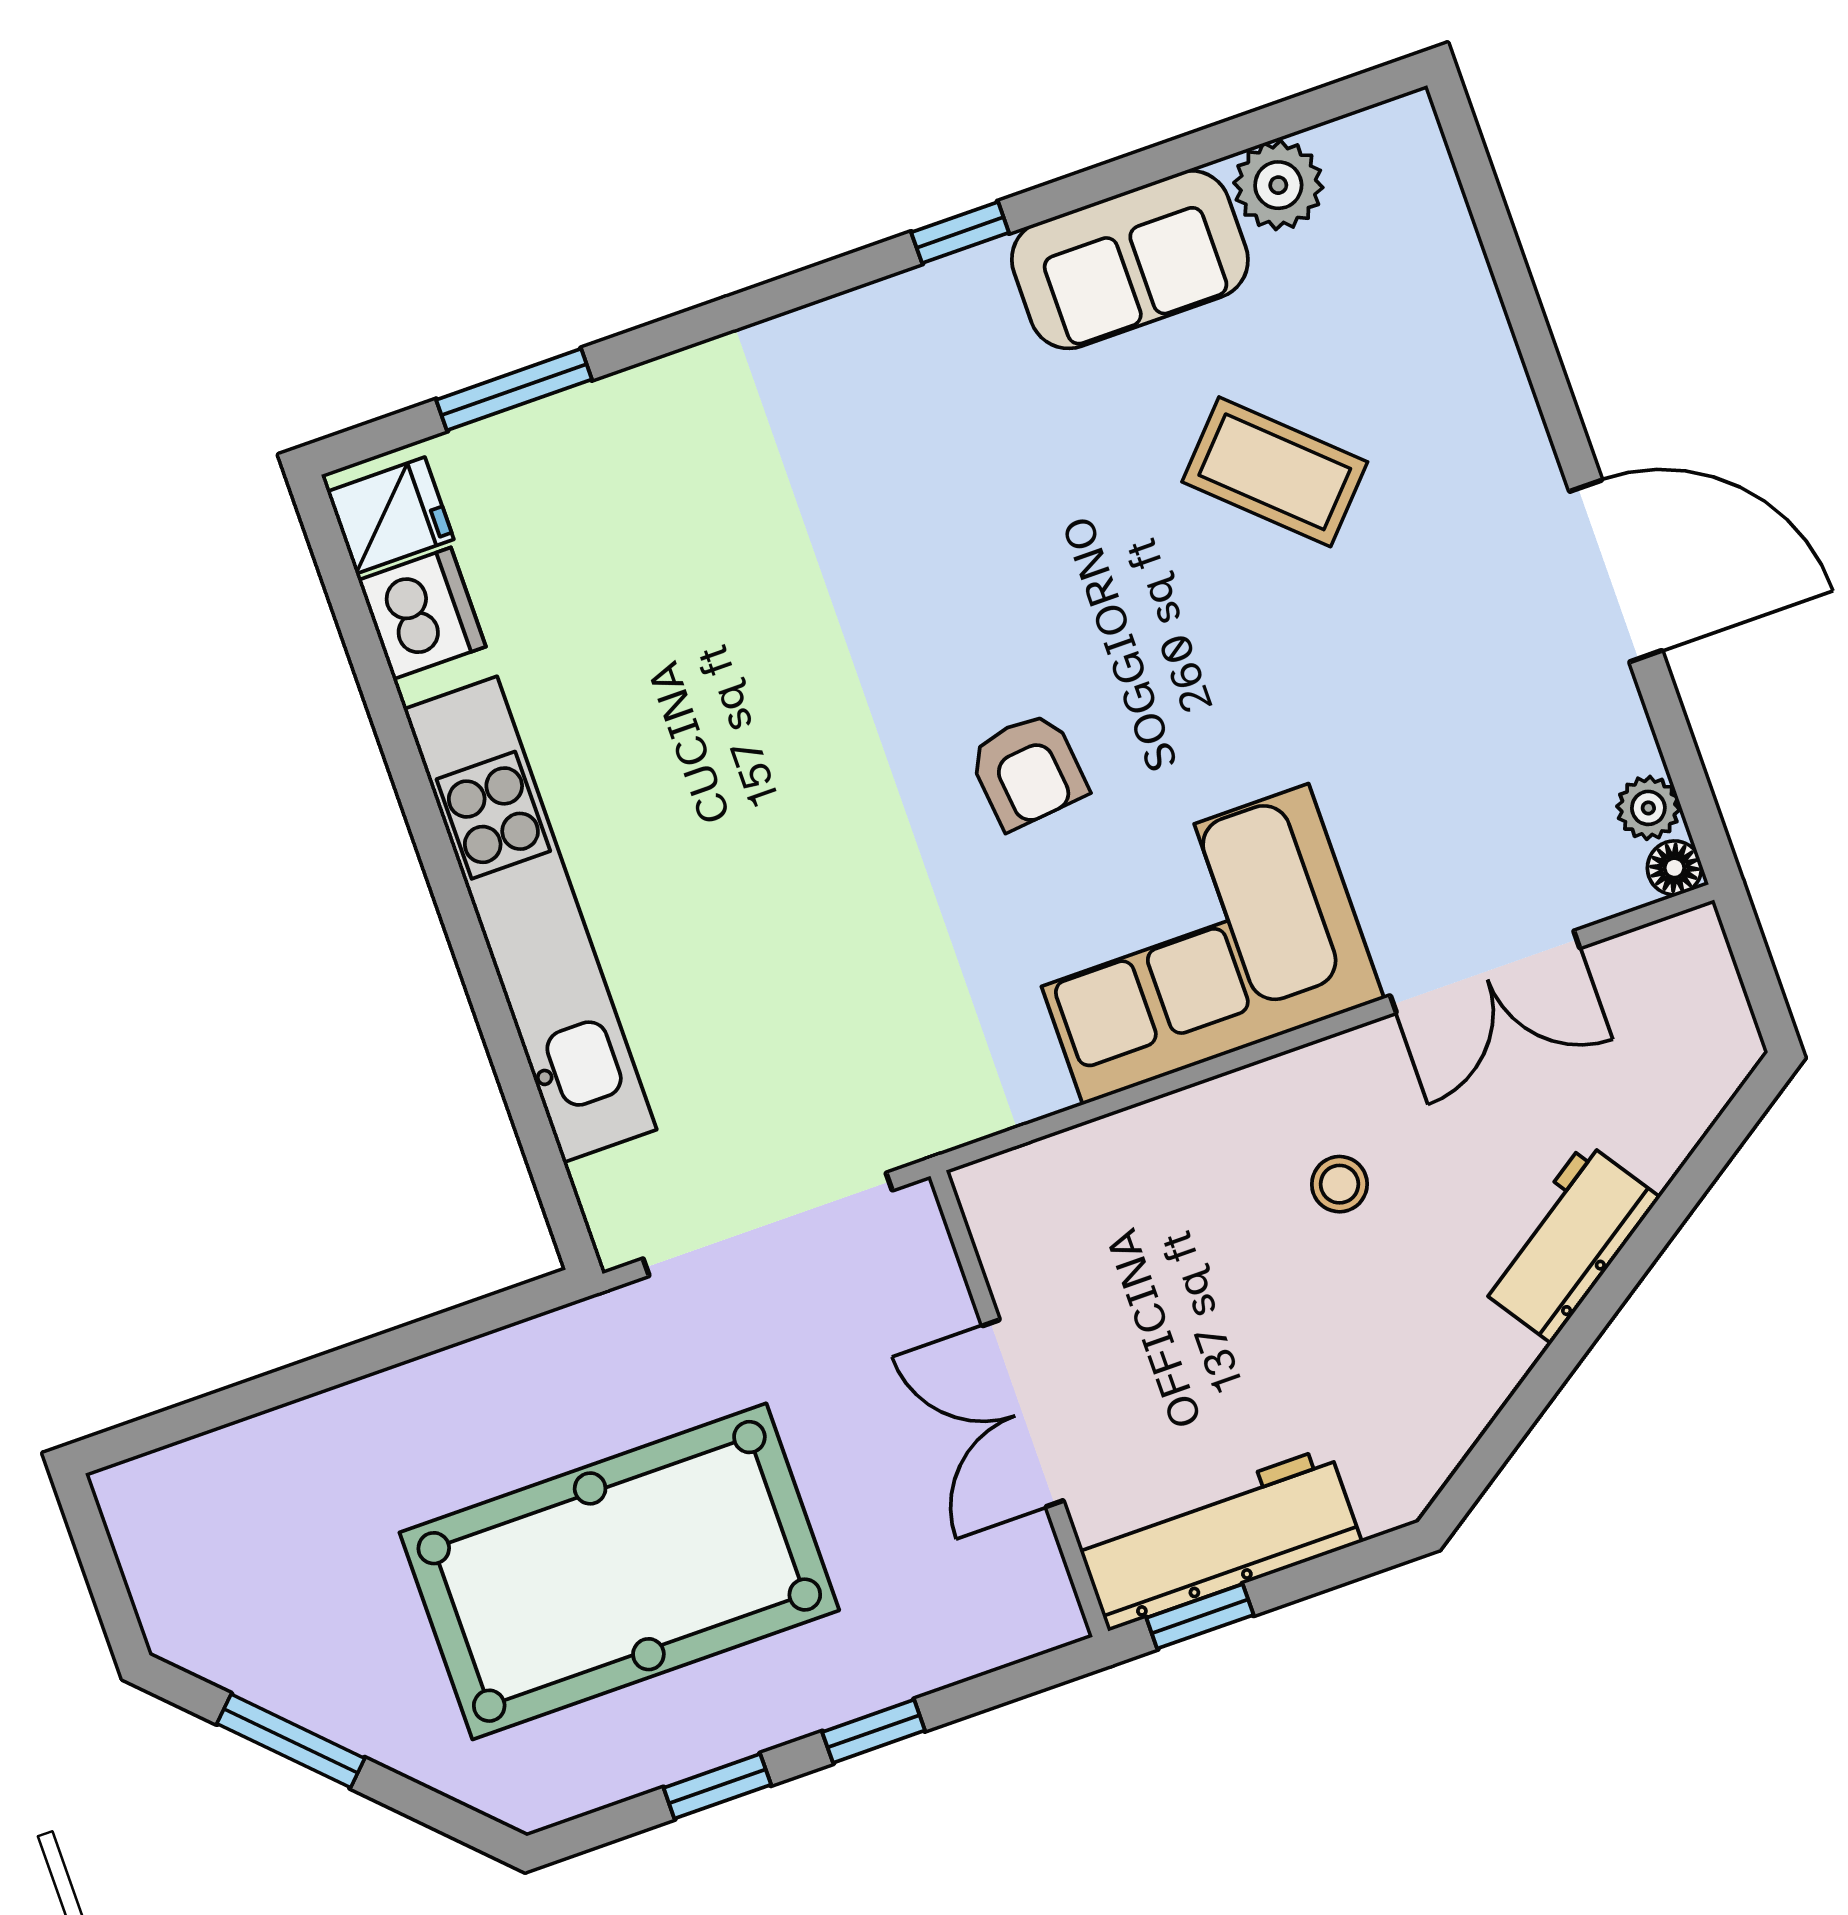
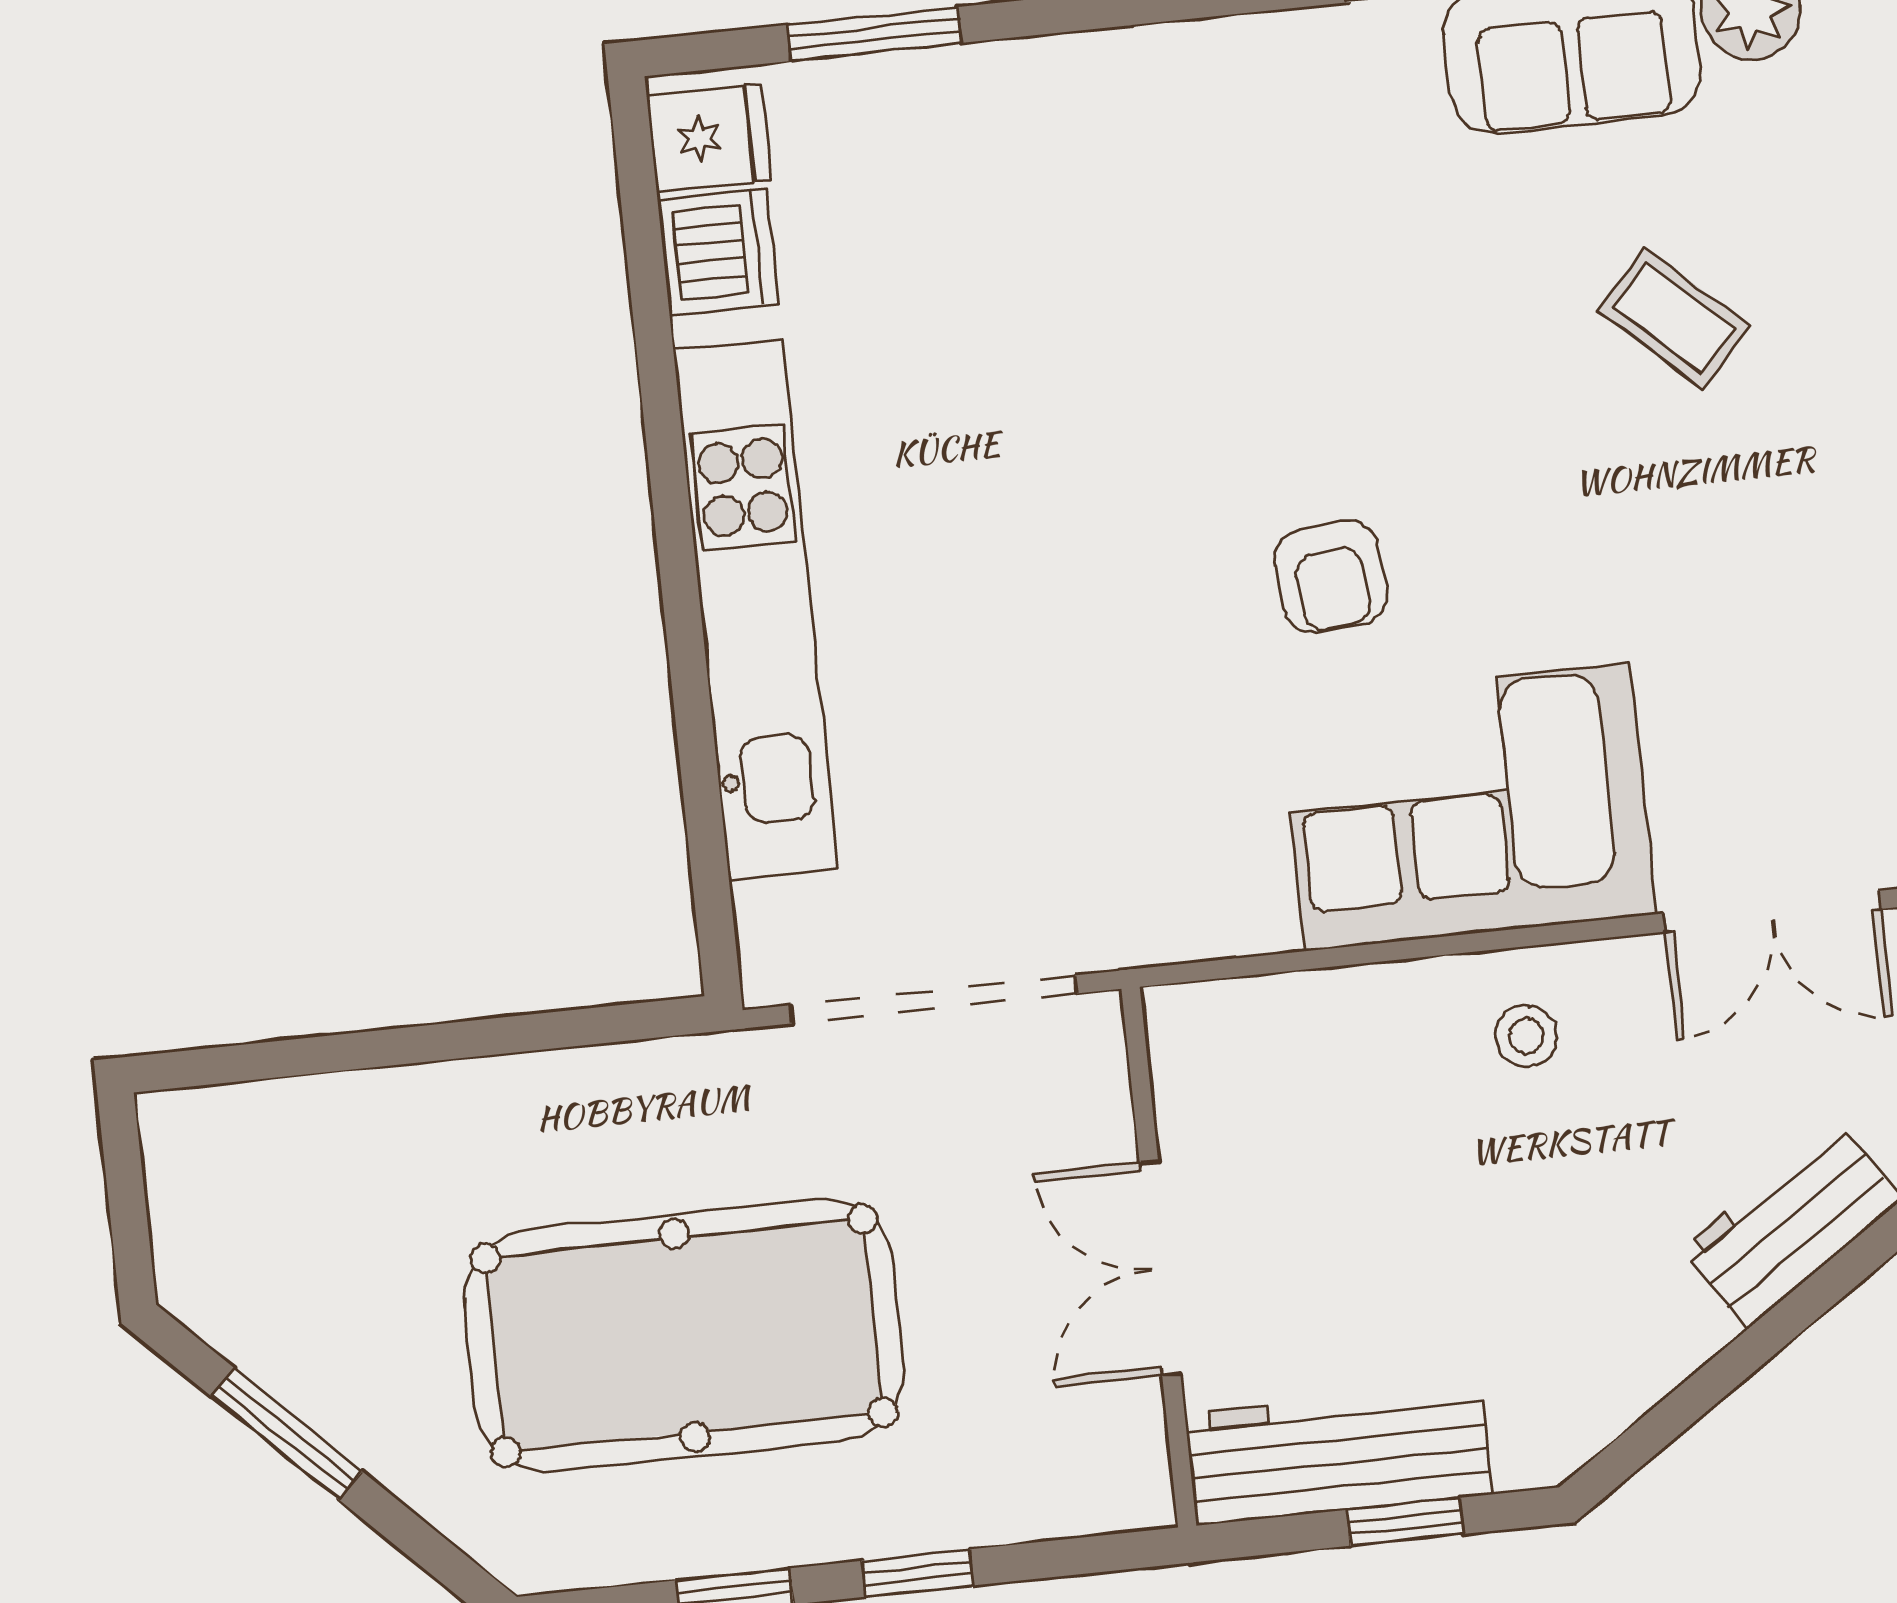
coffee table: (1275, 472) -> (1674, 318), width x0.73, depth x0.77
stool: (1339, 1184) -> (1526, 1036), moved
window: (1200, 1616) -> (1405, 1522), moved

